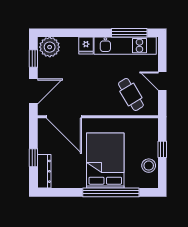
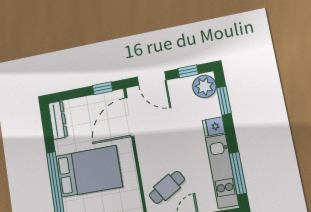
window: (65, 33) -> (224, 101), added
window: (33, 158) -> (103, 88), moved
dresser: (44, 171) -> (58, 120), moved, turned -90

